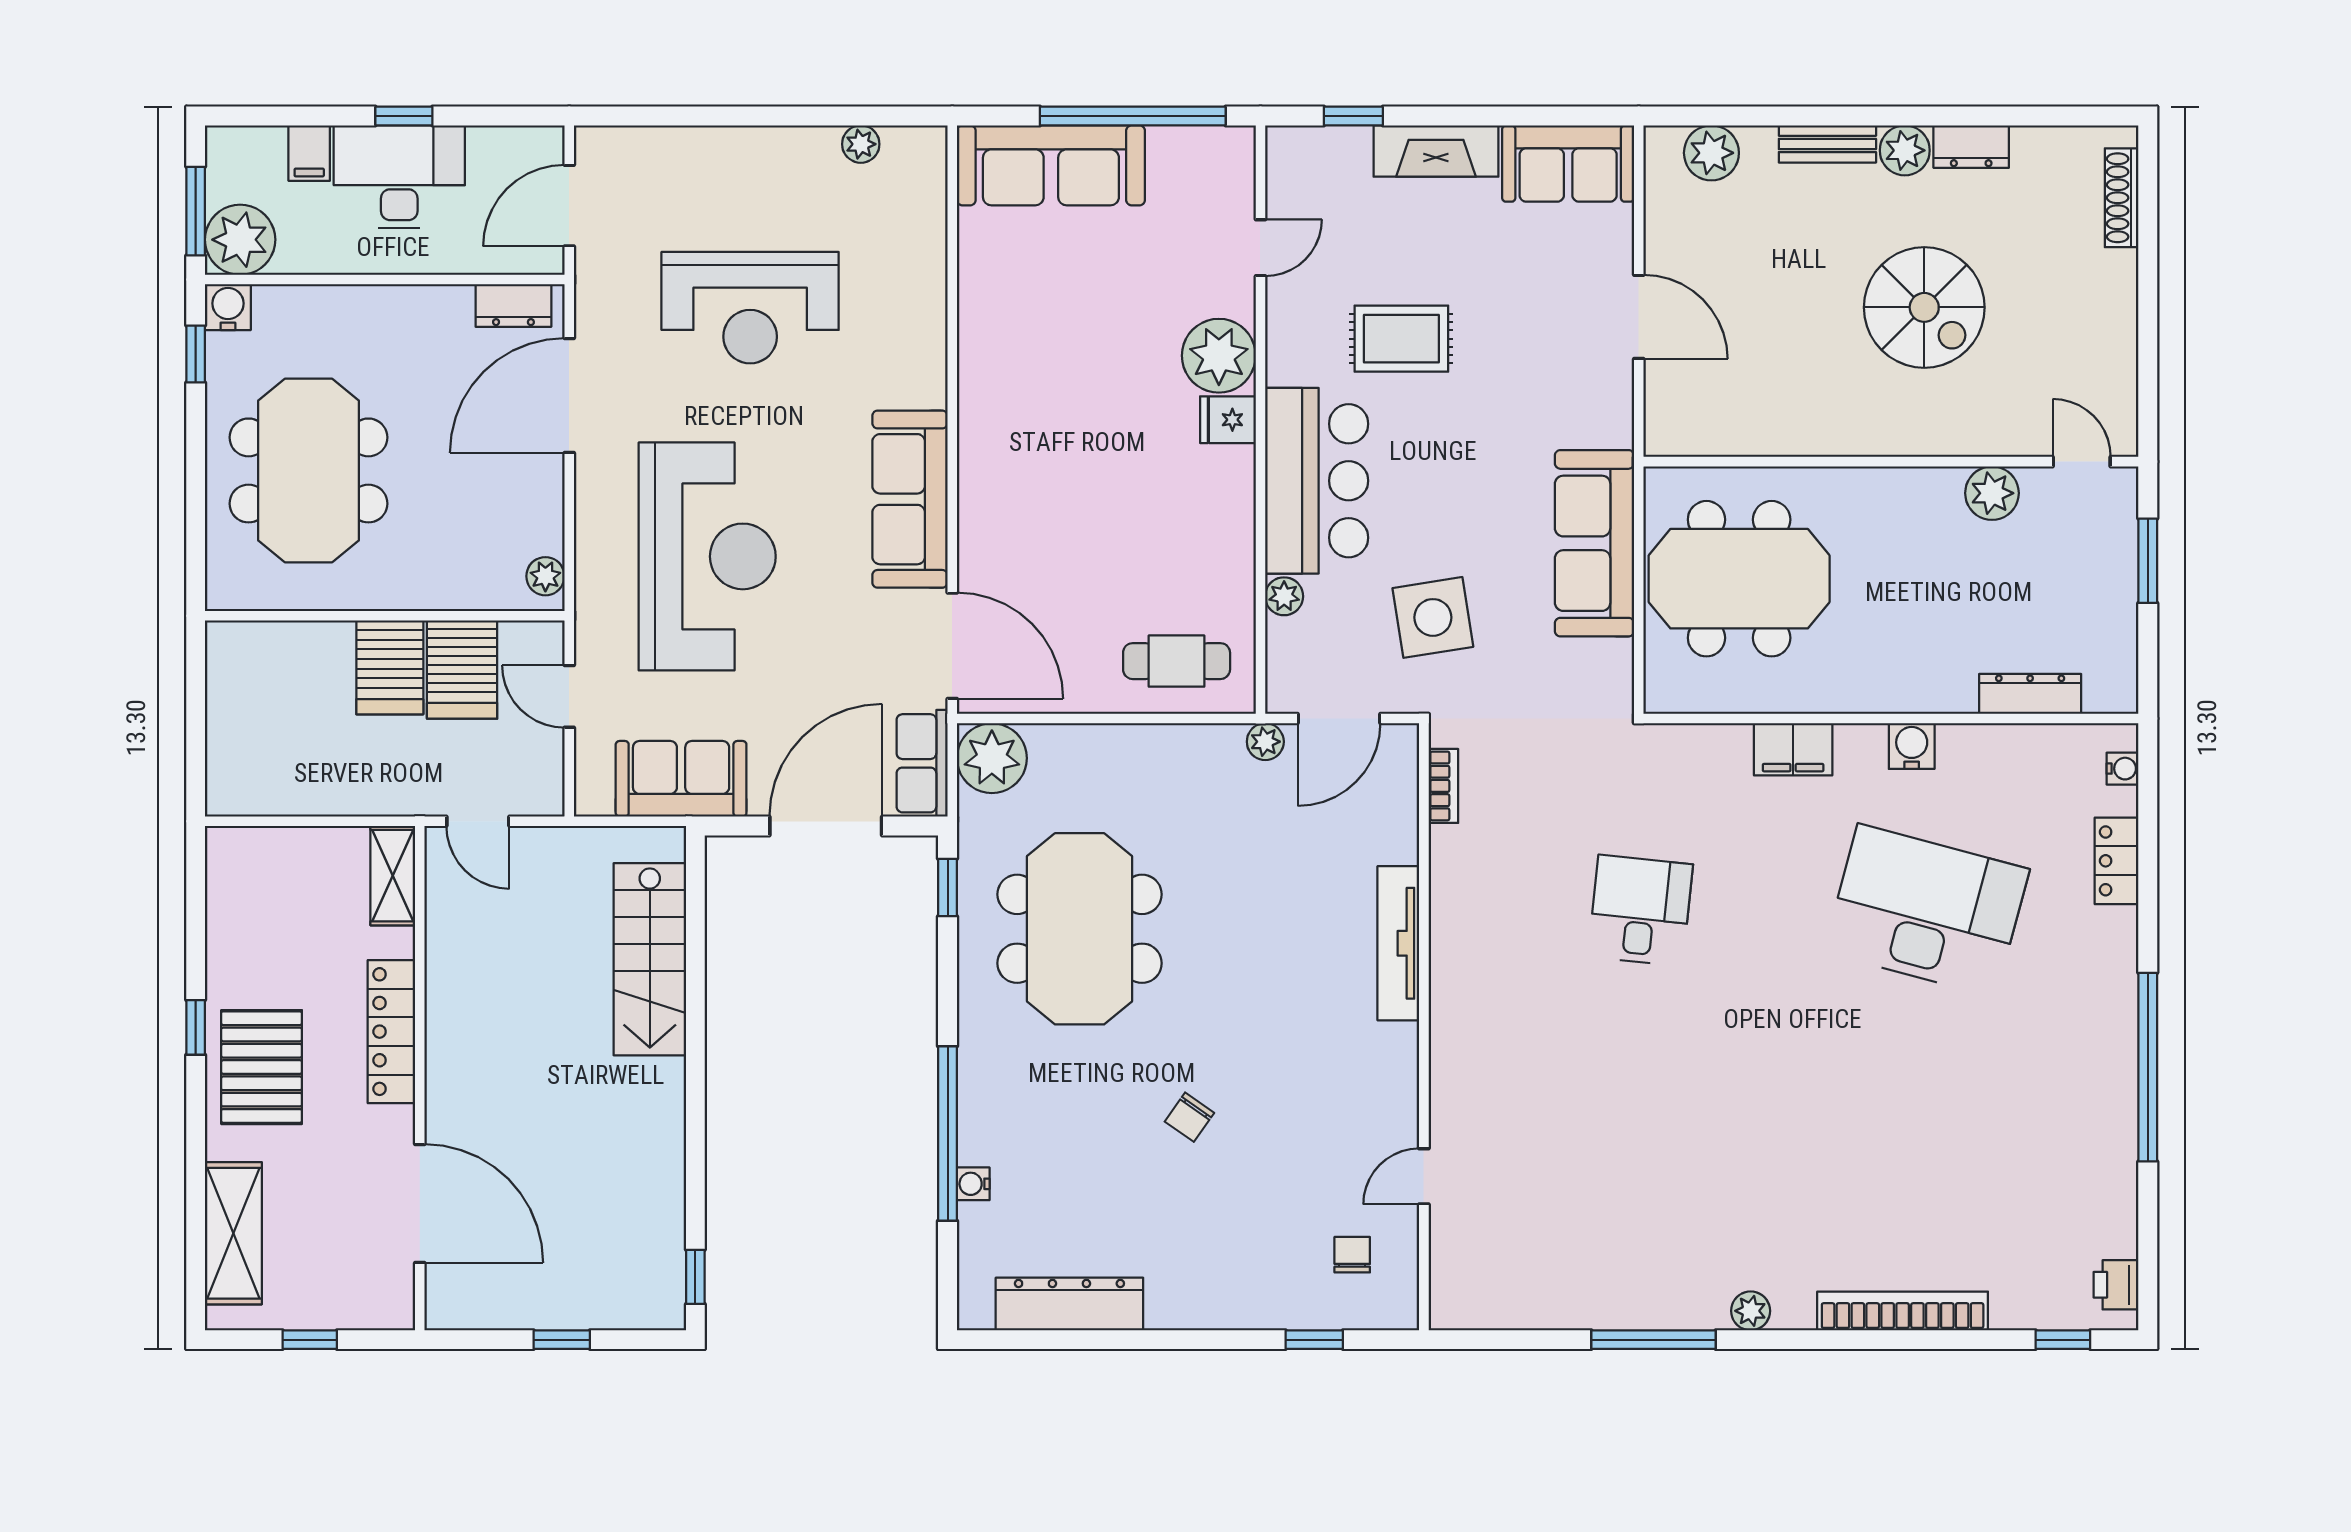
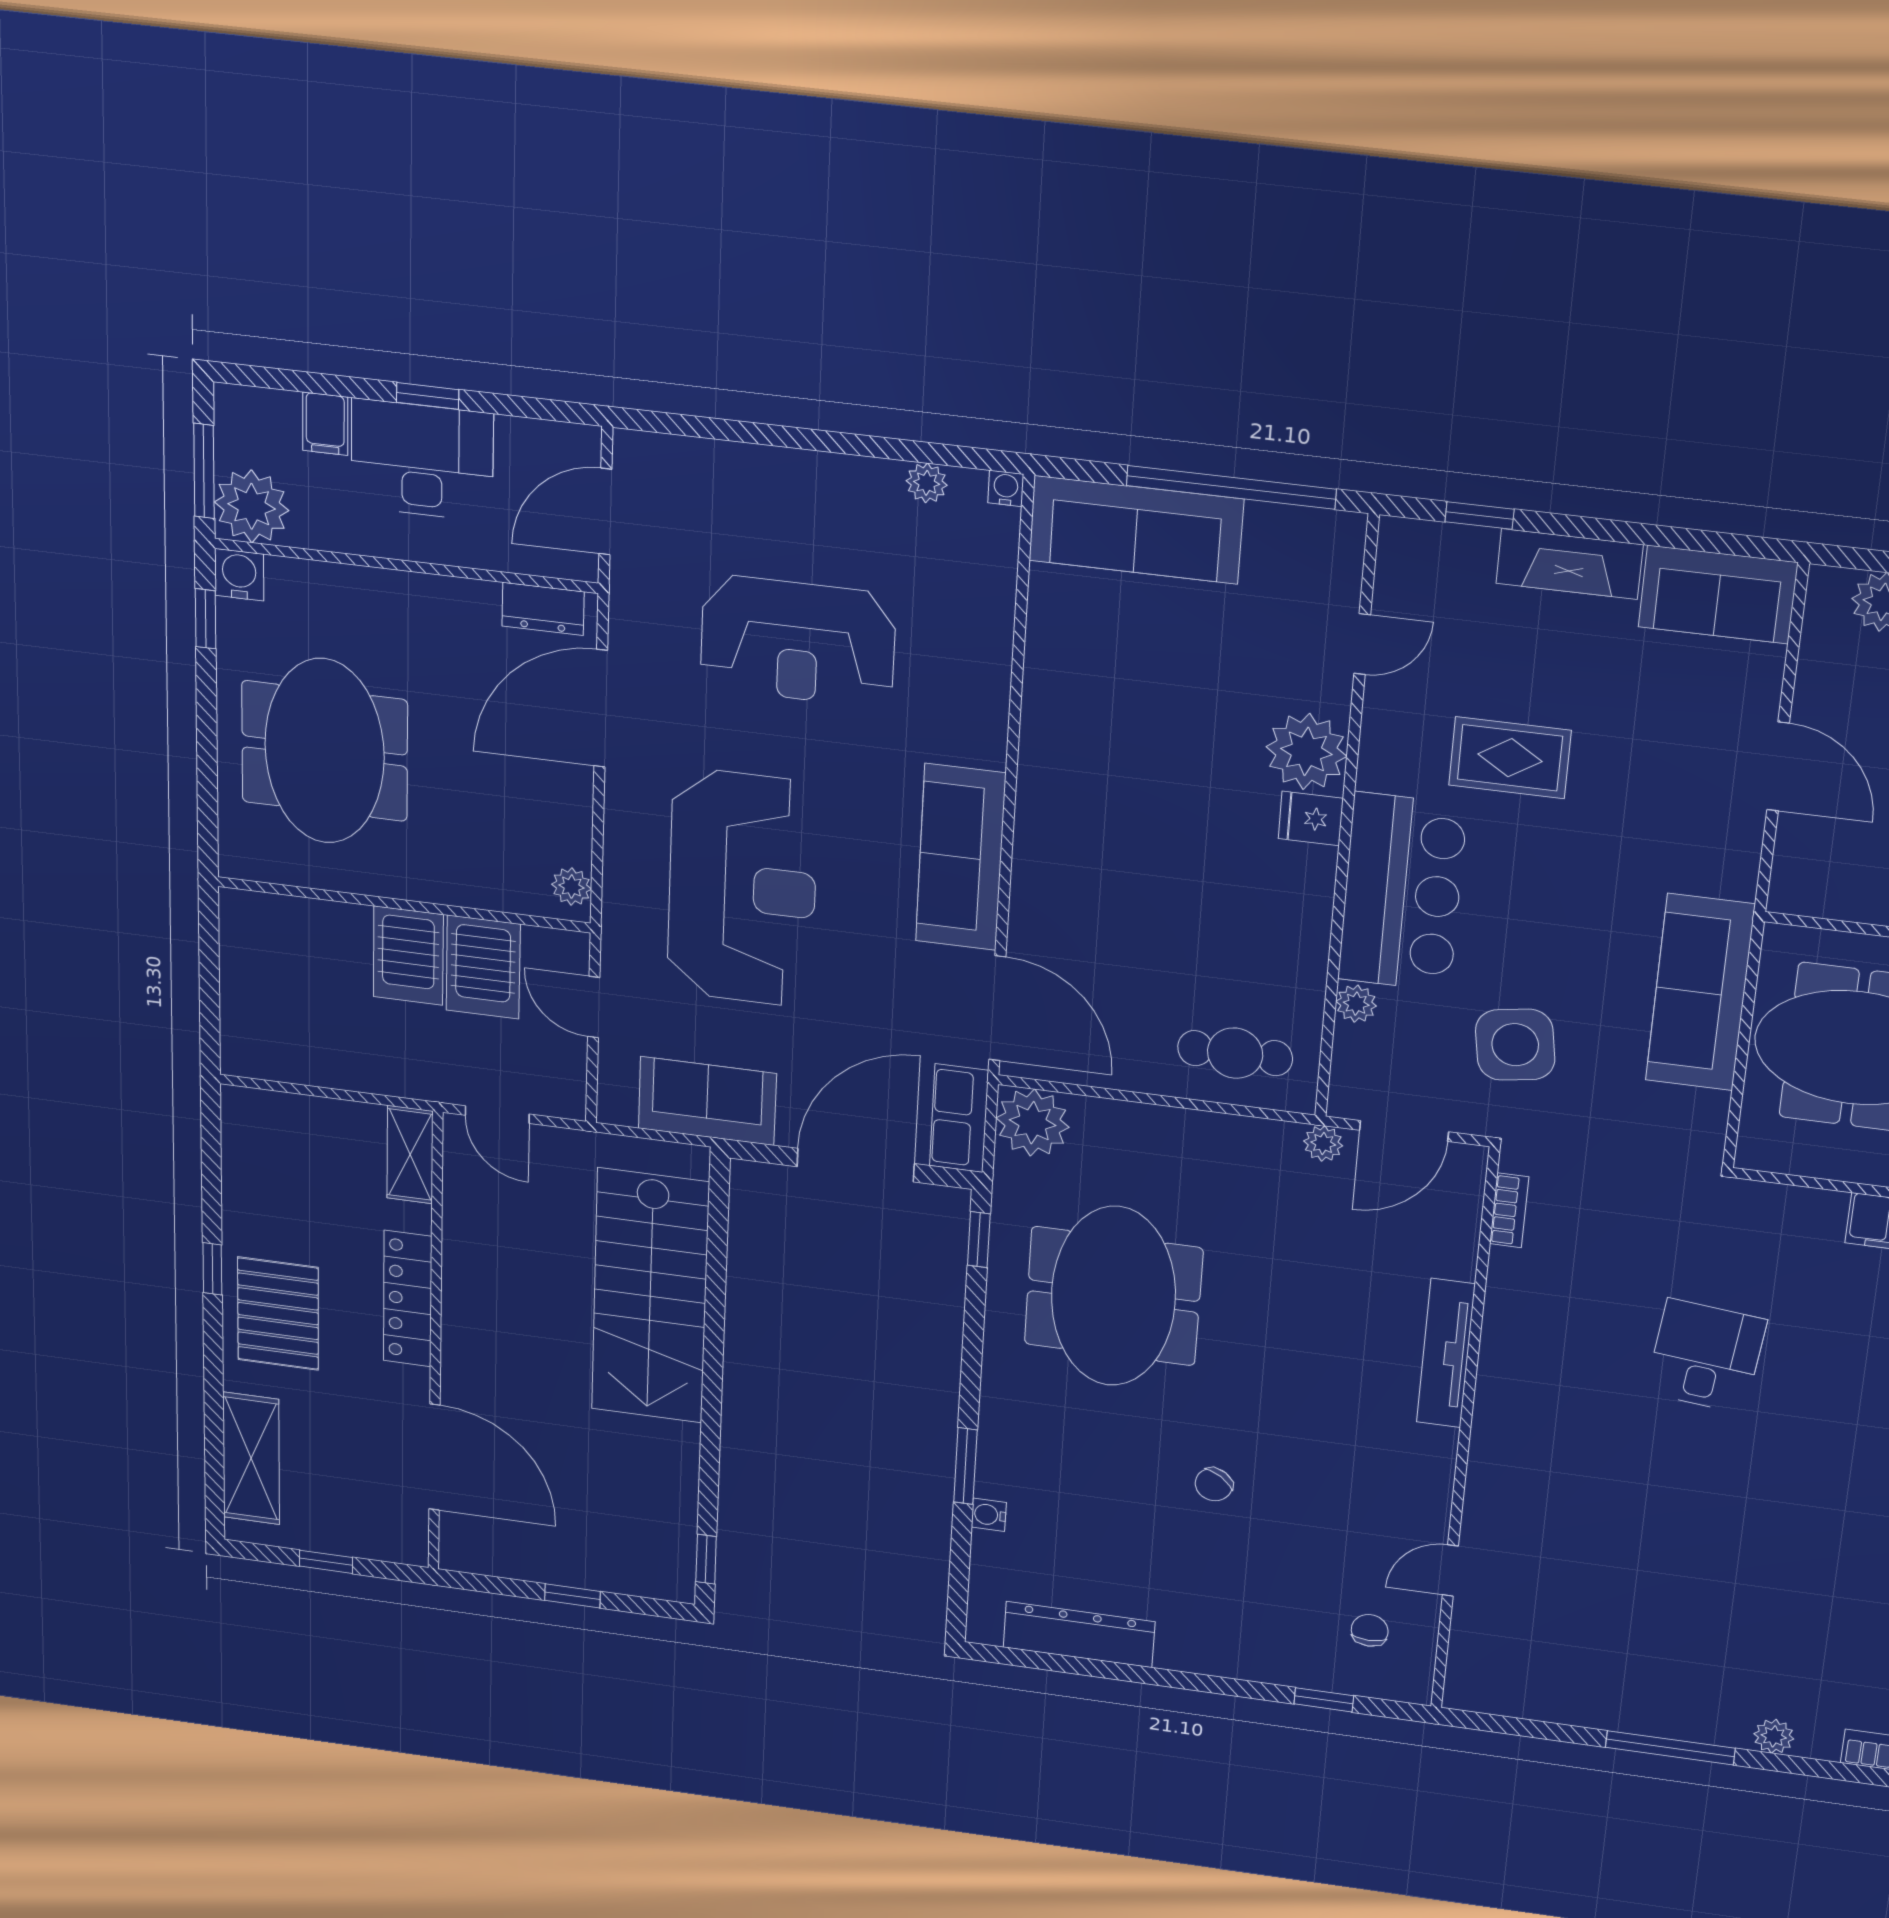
water cooler: (932, 141) -> (1006, 488), added
stairs: (650, 959) -> (650, 1296), width x1.36, depth x1.51
window: (948, 1133) -> (965, 1466), width x0.47

